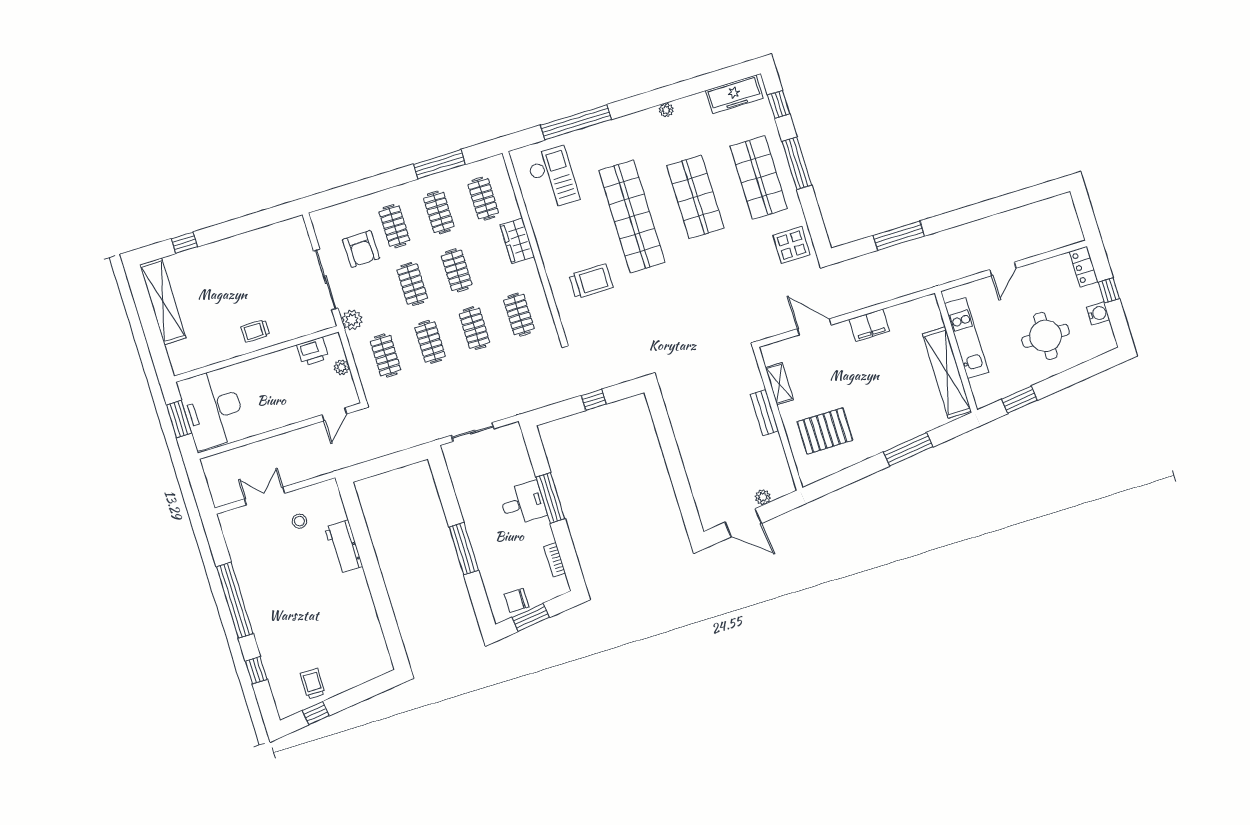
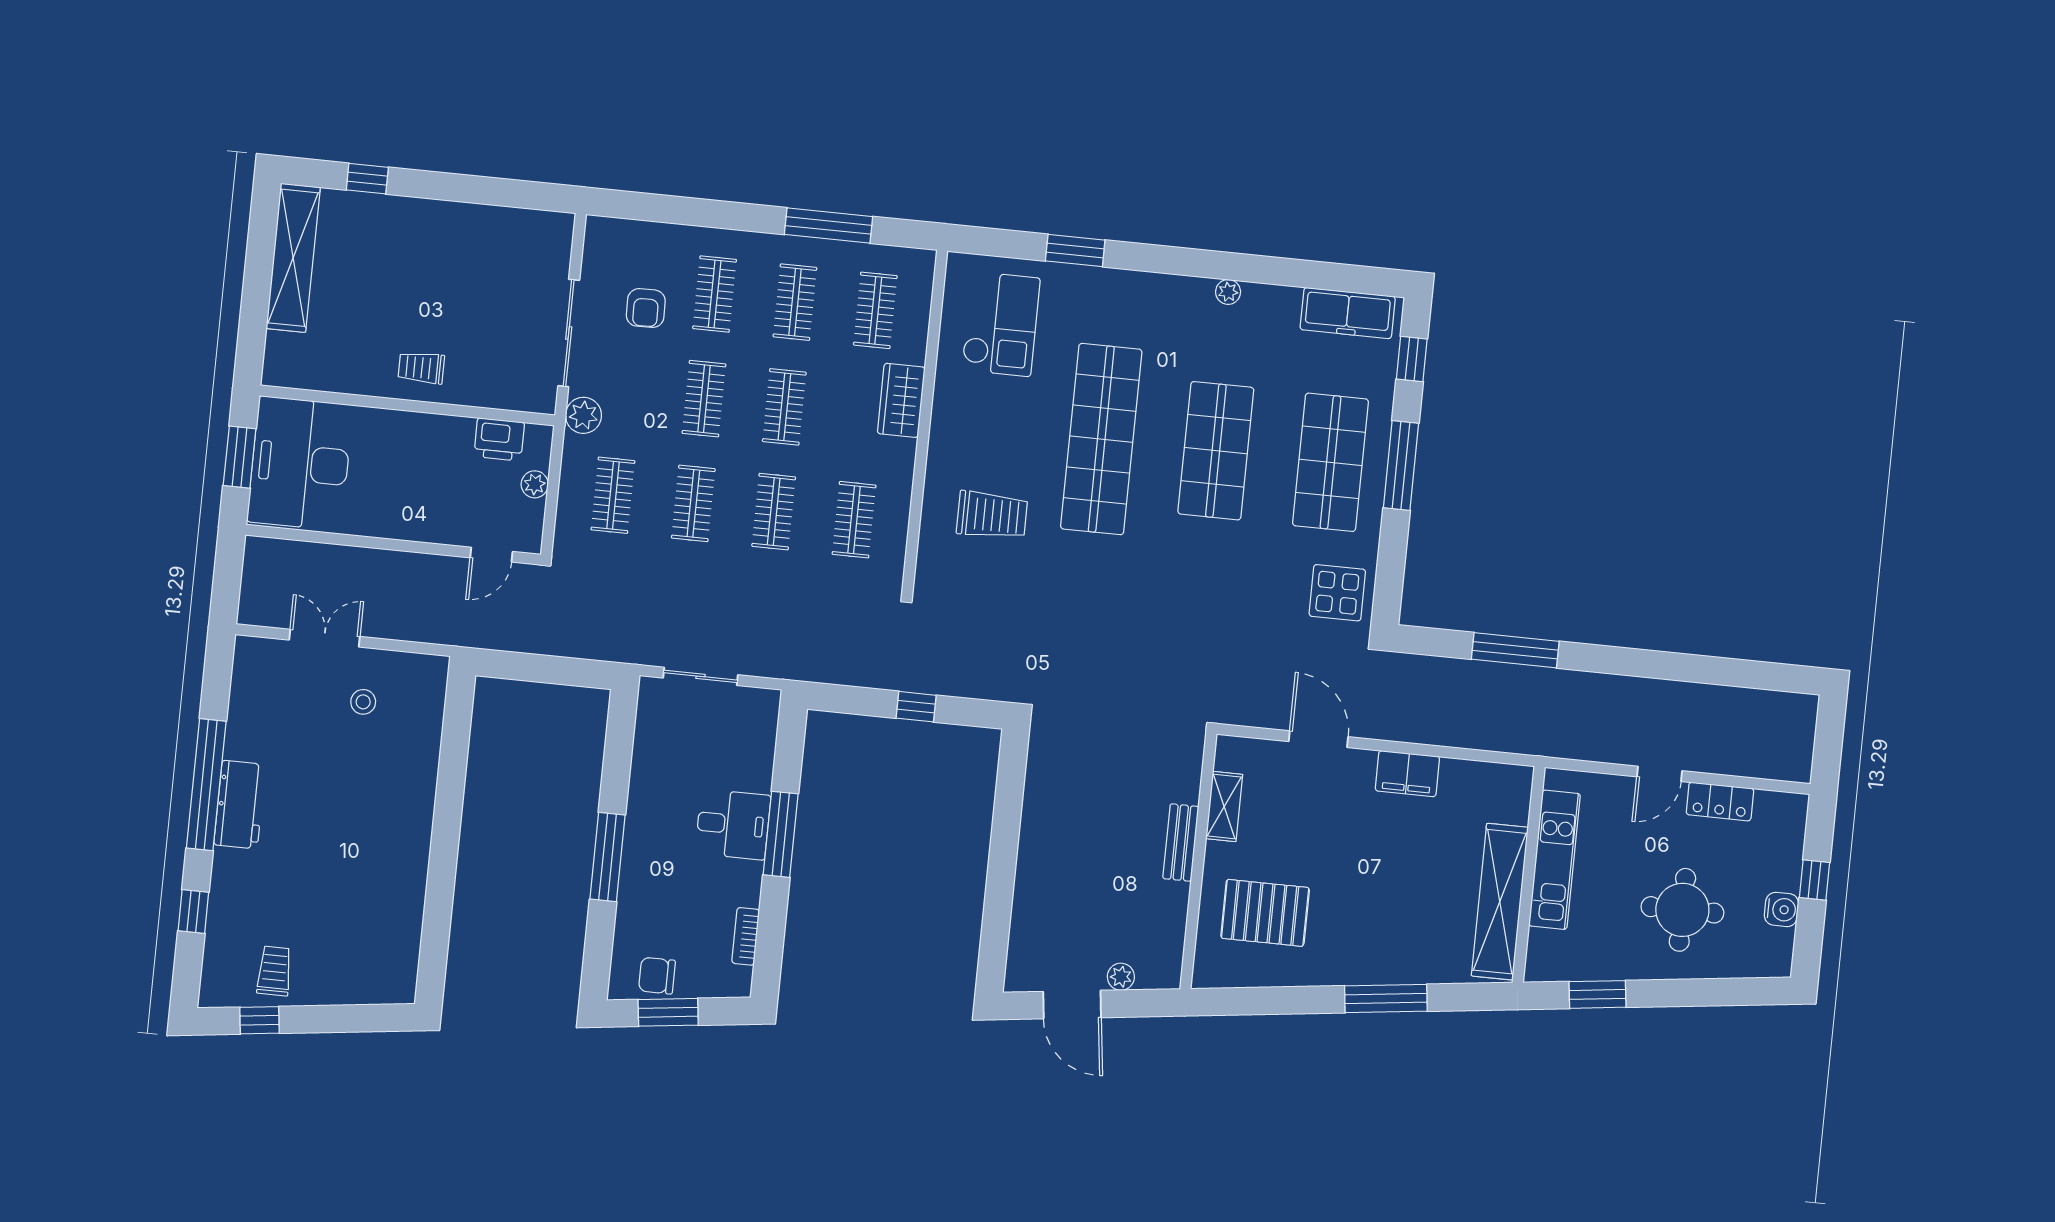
window: (576, 122) -> (1075, 251), width x0.47
armchair: (361, 249) -> (646, 308), width x0.72, depth x0.72
locker: (1084, 267) -> (1720, 801), moved, turned -90
workbench: (344, 547) -> (240, 805), moved, turned 180

